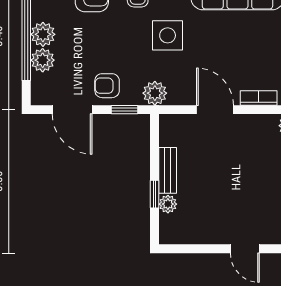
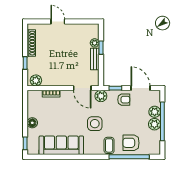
door: (215, 110) -> (82, 88), moved

